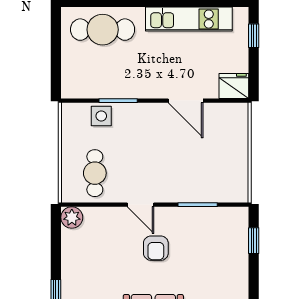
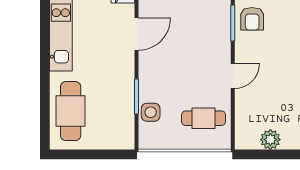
plant: (72, 217) -> (270, 140), moved
armchair: (156, 248) -> (252, 19), moved, turned 90

